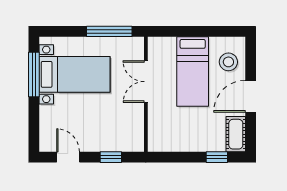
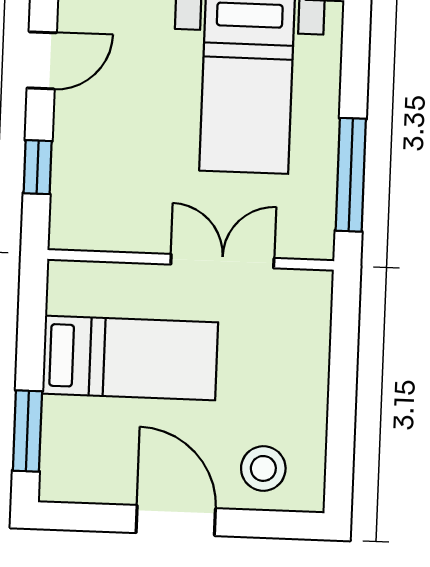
bed: (193, 71) -> (130, 358), moved, turned 180
cot: (236, 134) -> (83, 480), removed
window: (217, 157) -> (27, 431), width x1.50

